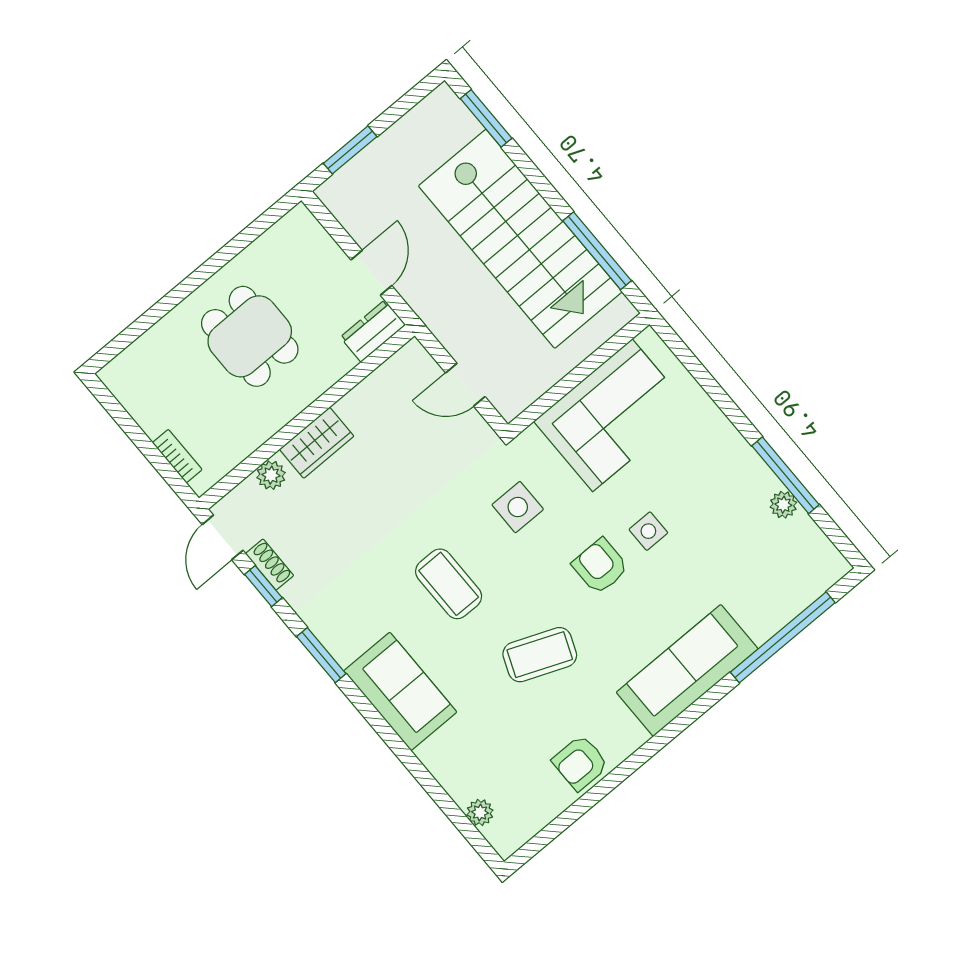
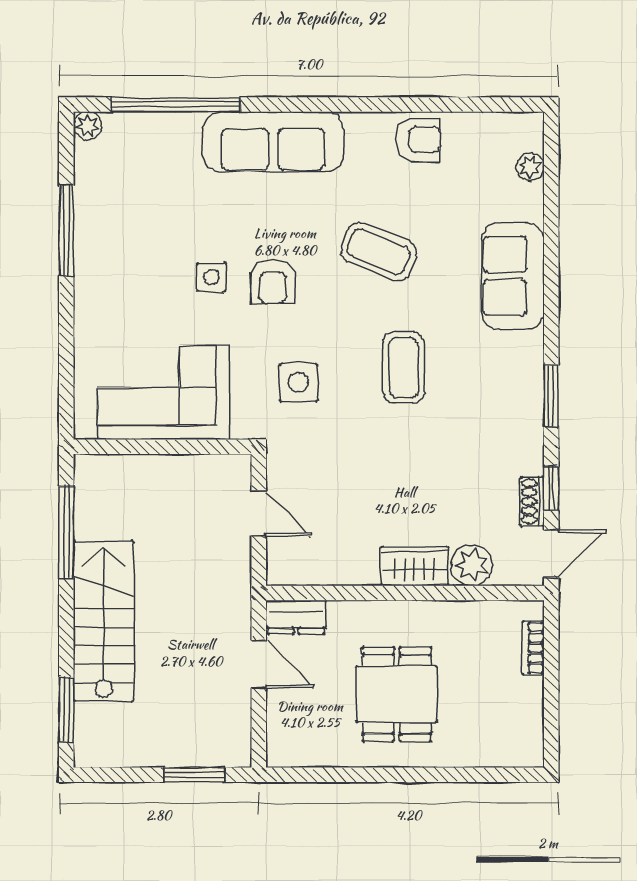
stairs: (520, 239) -> (104, 621), width x0.73, depth x0.66
door: (371, 273) -> (259, 664), swing flipped
plant: (271, 475) -> (472, 565), width x1.38, depth x1.38
plant: (783, 505) -> (88, 126), moved
sofa: (400, 692) -> (513, 276), moved

